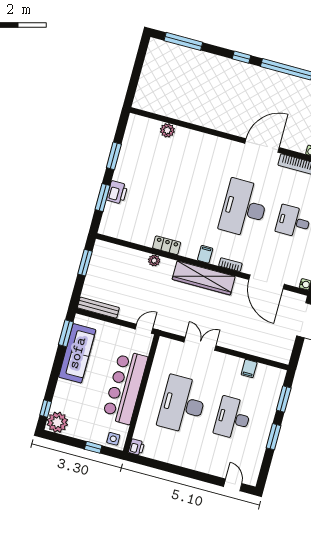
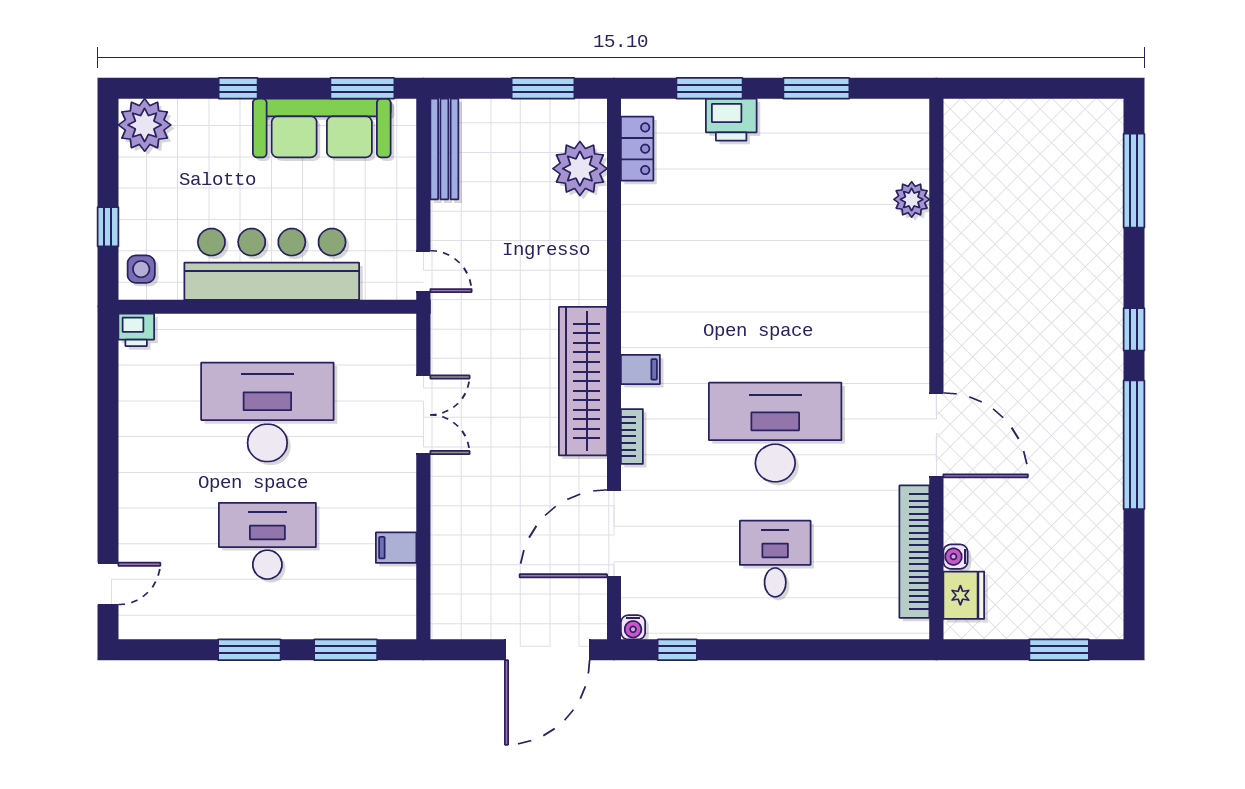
locker: (167, 245) -> (637, 149), moved
plant: (154, 261) -> (580, 169), moved, width x1.88, depth x1.88
window: (46, 409) -> (238, 88), moved

